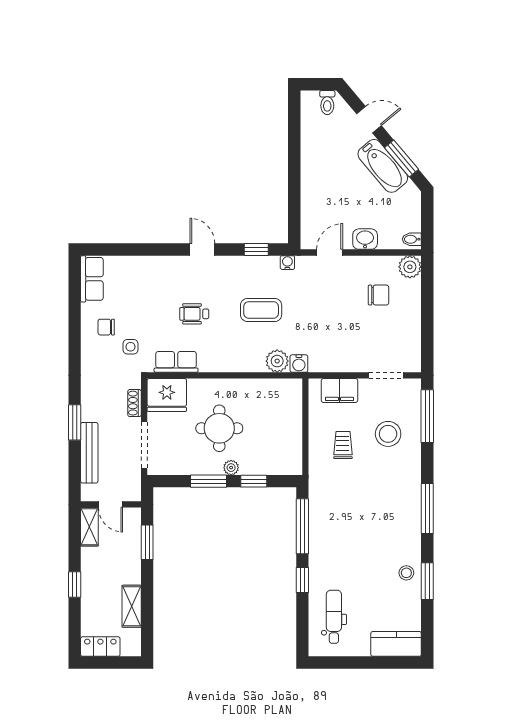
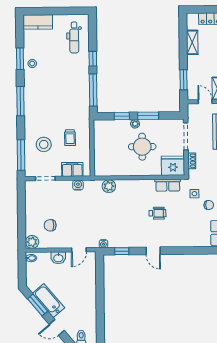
coffee table: (261, 310) -> (119, 216), removed
water cooler: (299, 364) -> (78, 185), moved

